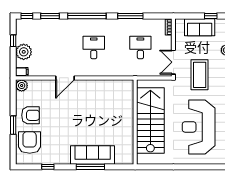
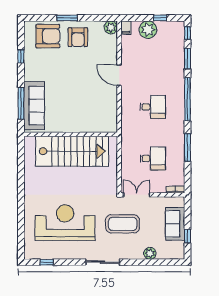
stairs: (150, 120) -> (72, 151), moved
wall: (135, 122) -> (71, 134), moved

